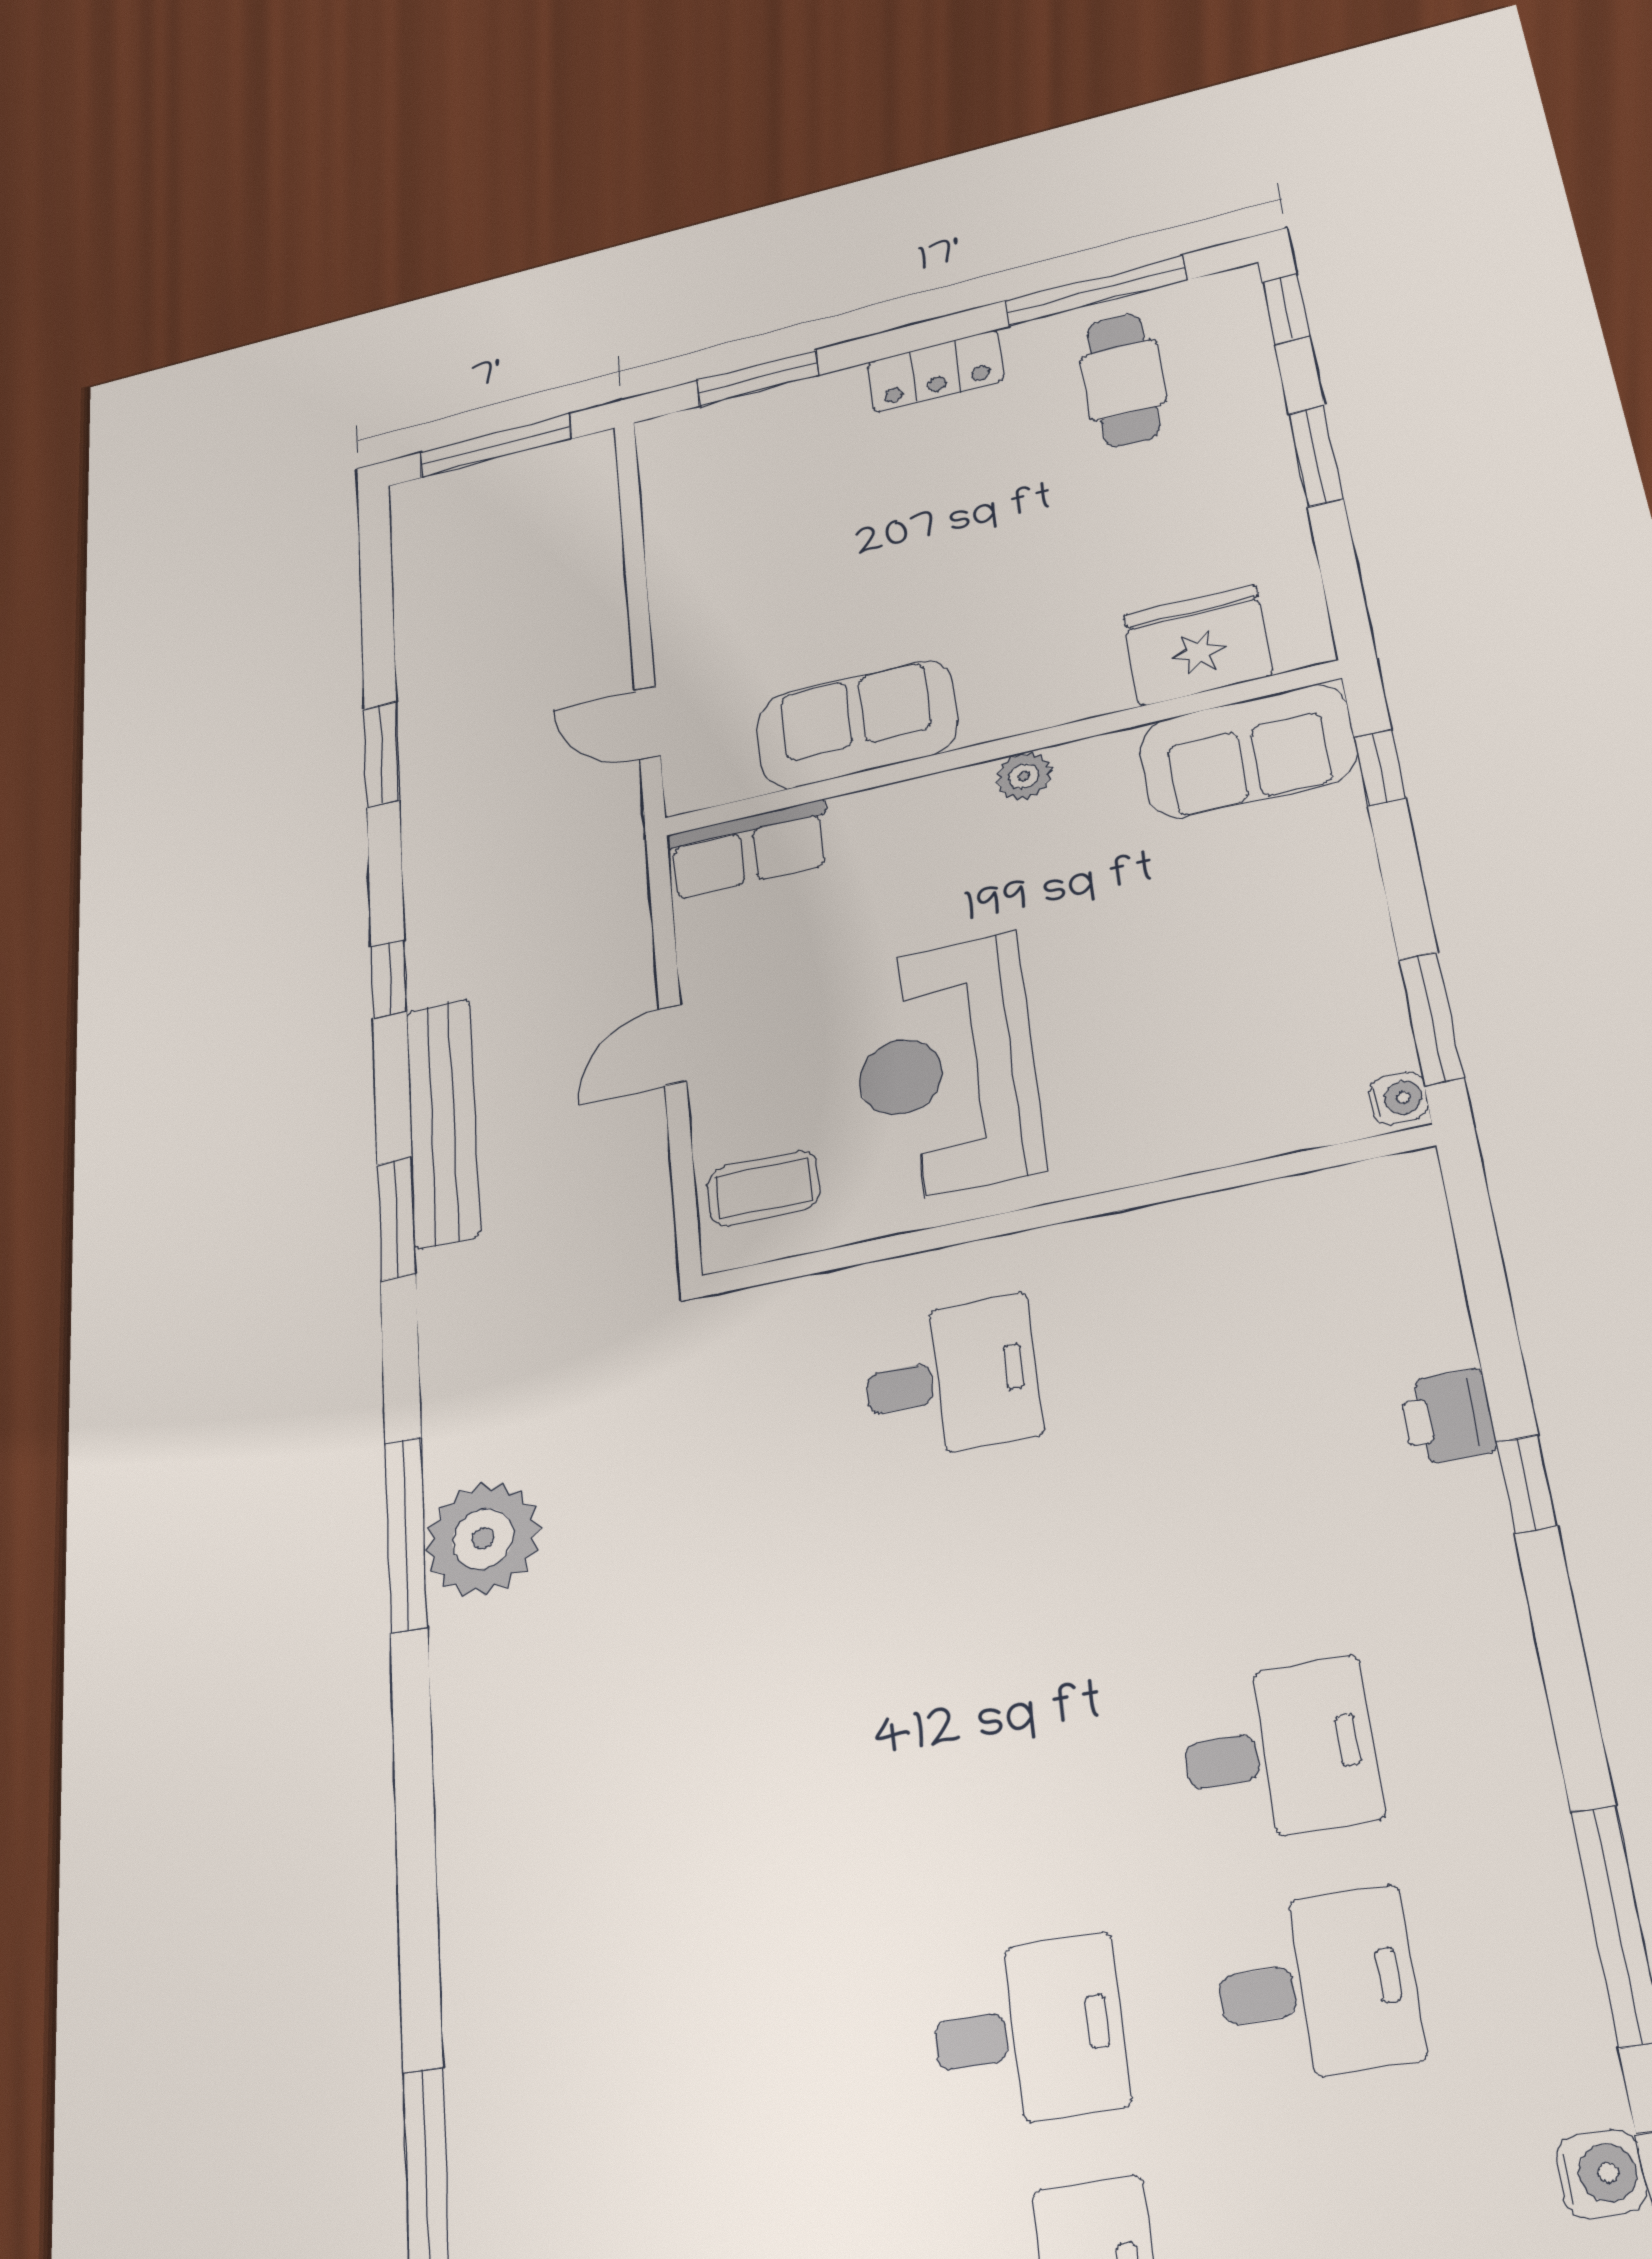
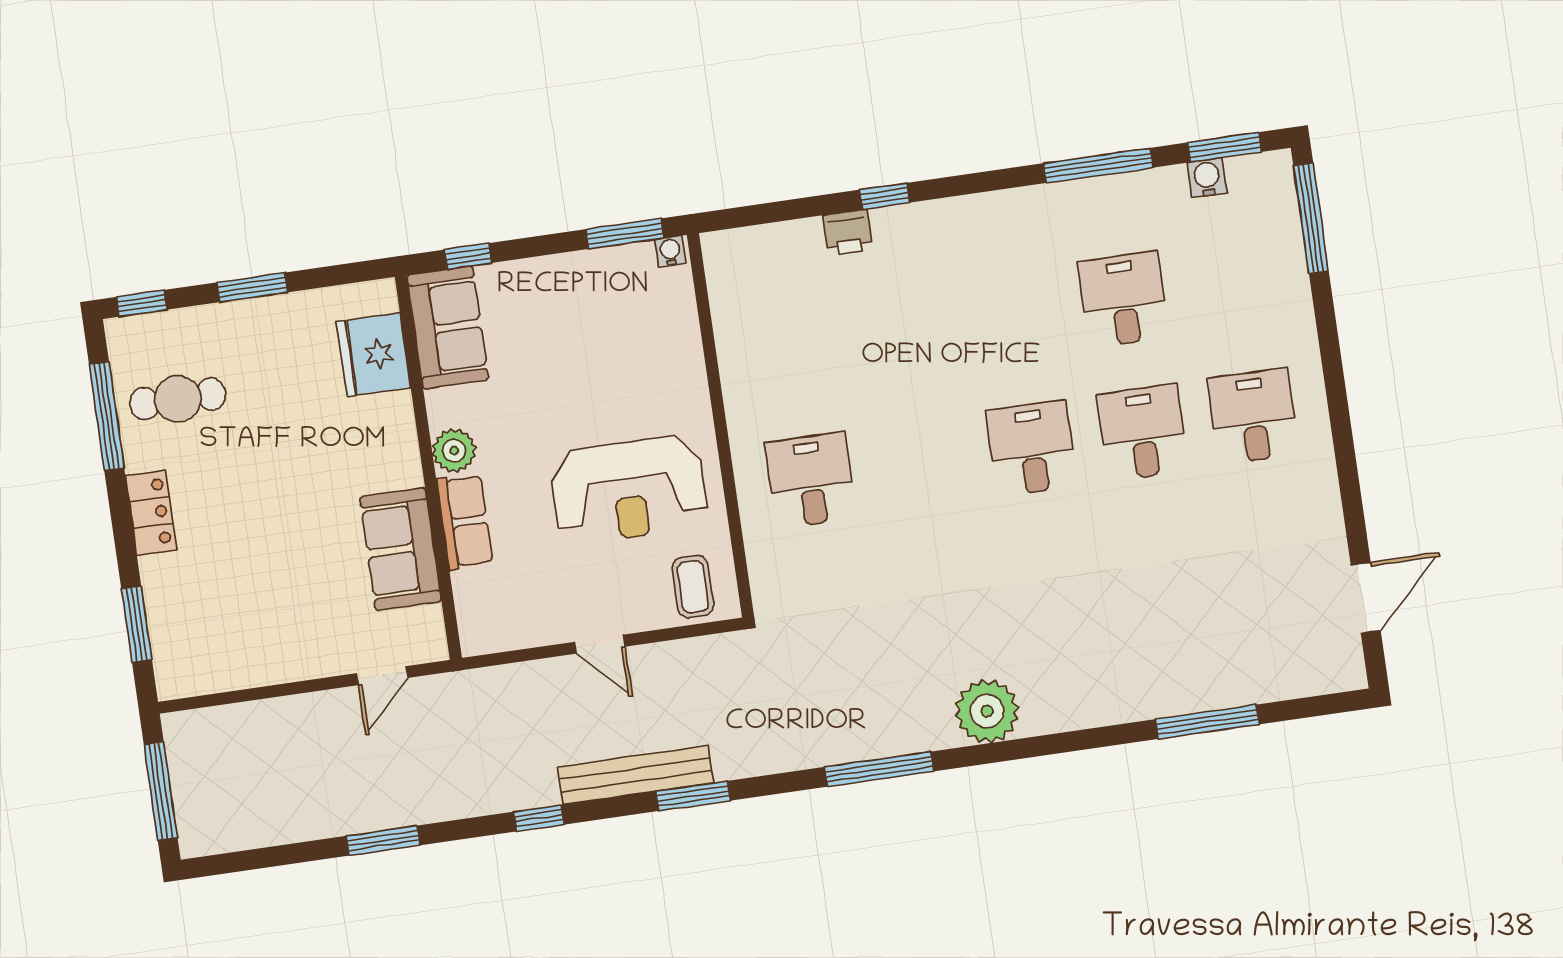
plant: (1024, 776) -> (454, 451), width x1.38, depth x1.38
row of seats: (748, 849) -> (465, 522), moved
plant: (483, 1539) -> (987, 711), moved
desk: (1279, 1752) -> (1032, 448), moved

